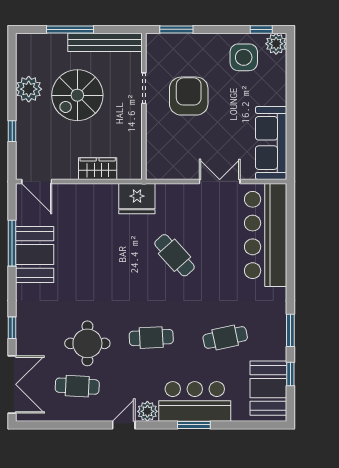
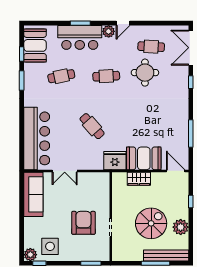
bench: (105, 42) -> (166, 255), moved
armchair: (189, 96) -> (83, 223), turned 180
booth: (35, 255) -> (144, 158), moved, turned 90

